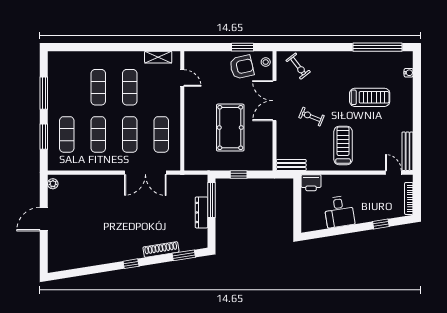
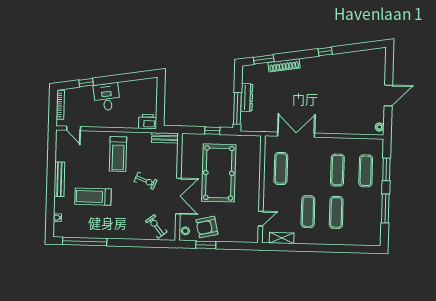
door: (182, 78) -> (261, 219), swing flipped
pool table: (230, 128) -> (219, 173), width x1.36, depth x1.32
exercise mat: (130, 134) -> (309, 169), removed
bench: (408, 151) -> (59, 179), moved
desk: (339, 212) -> (107, 97), moved
window: (131, 264) -> (325, 51), moved

